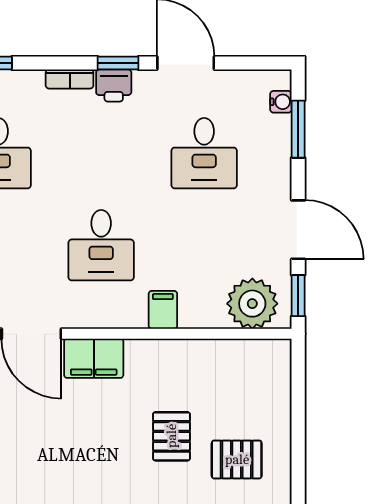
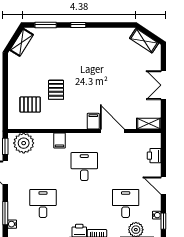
filing cabinet: (94, 358) -> (93, 121), width x0.50
pallet: (237, 459) -> (30, 105), moved

